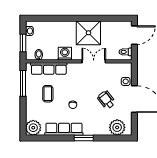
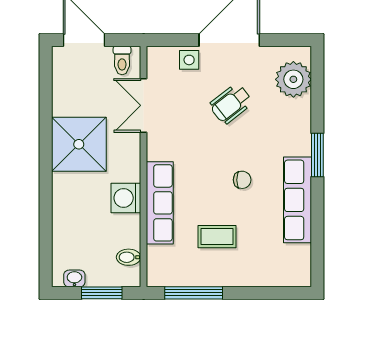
double door: (94, 61) -> (144, 105), moved
row of seats: (49, 69) -> (160, 203), moved
plant: (33, 128) -> (294, 270), removed

